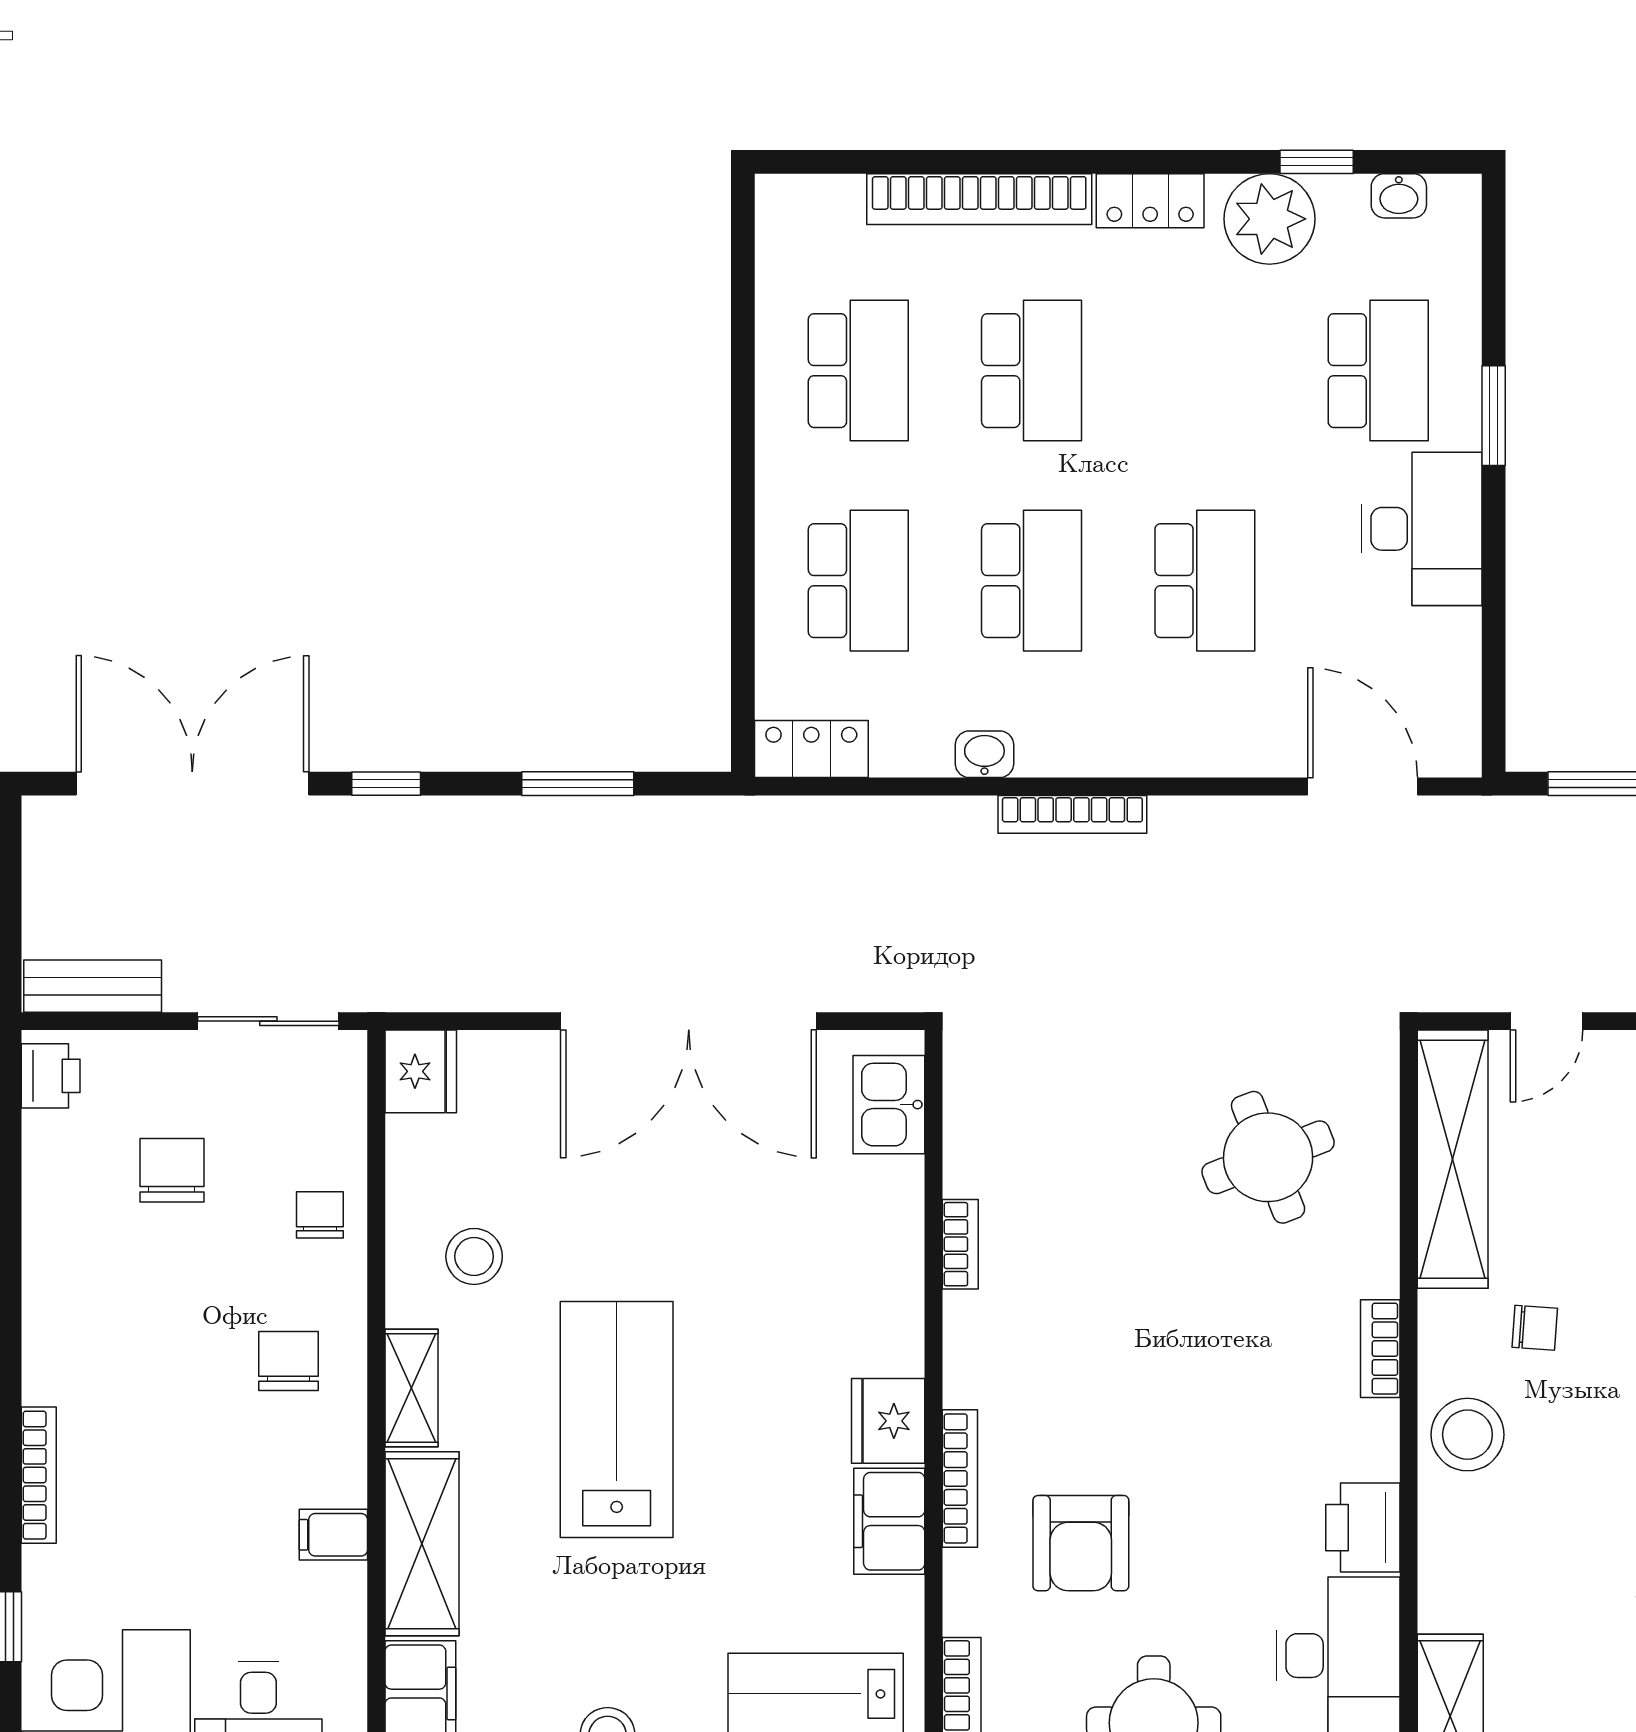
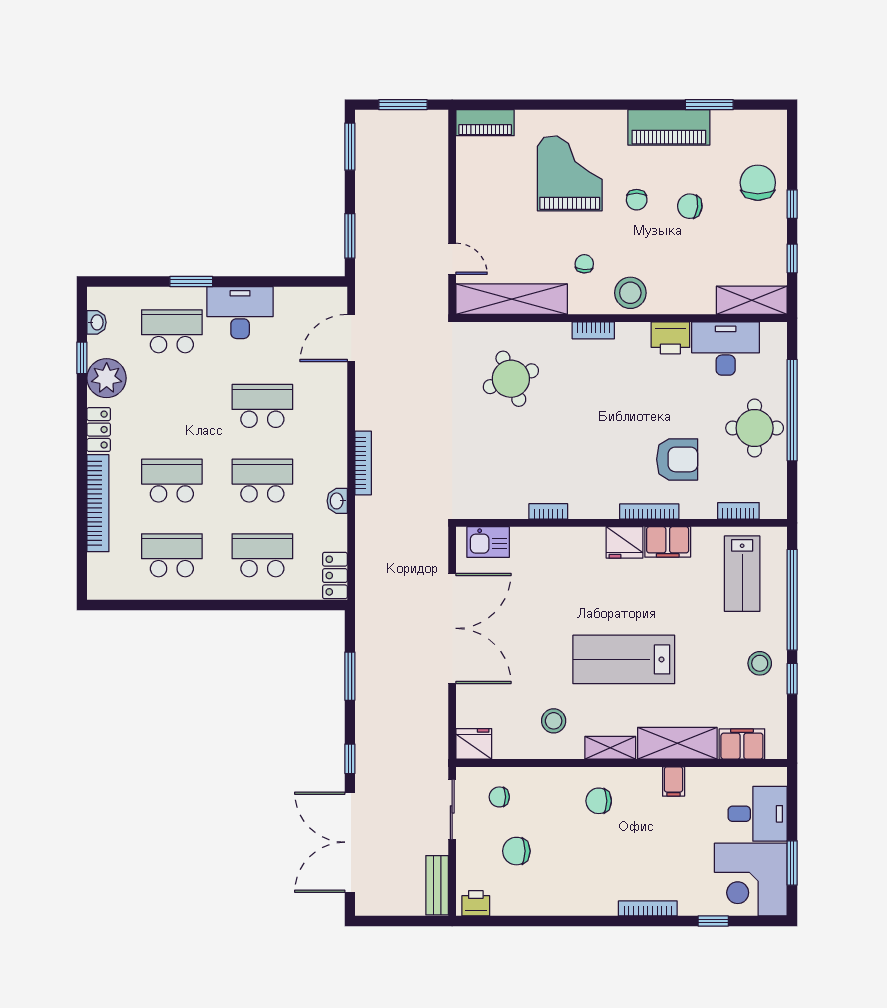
chair: (320, 1215) -> (499, 797), moved

